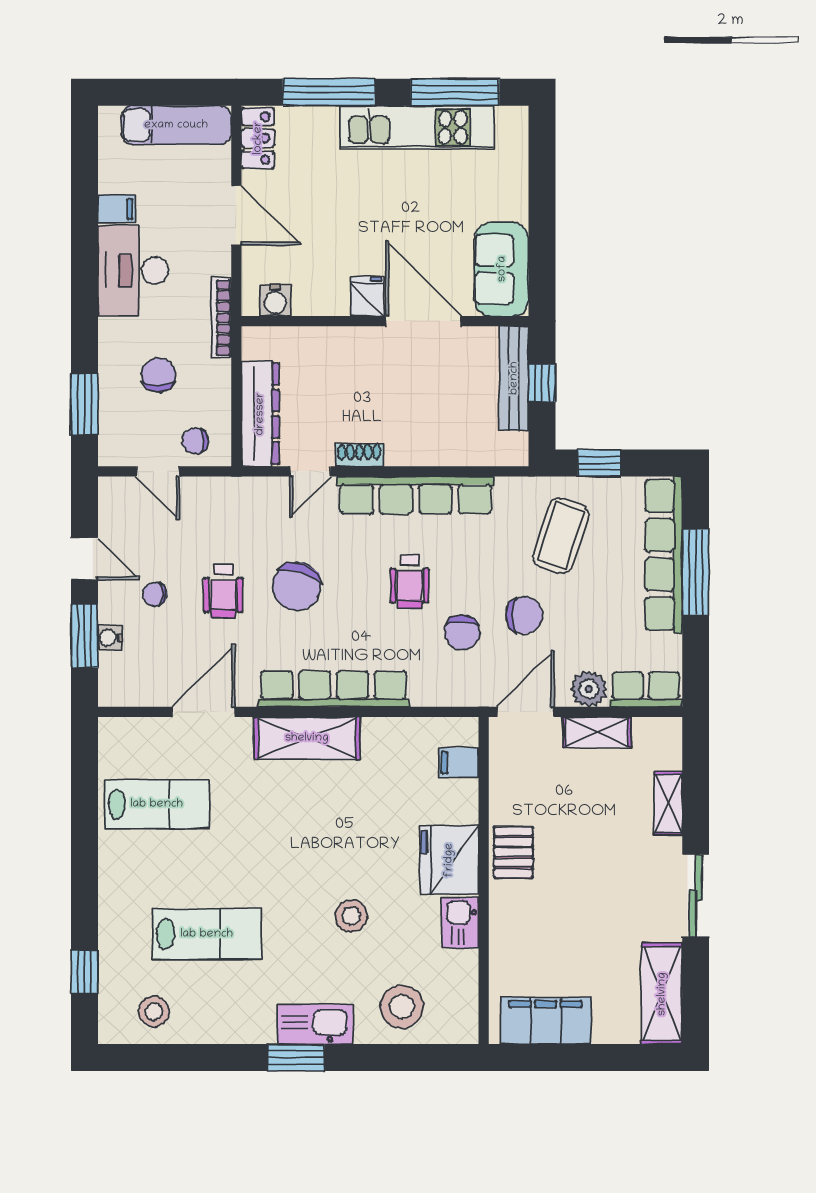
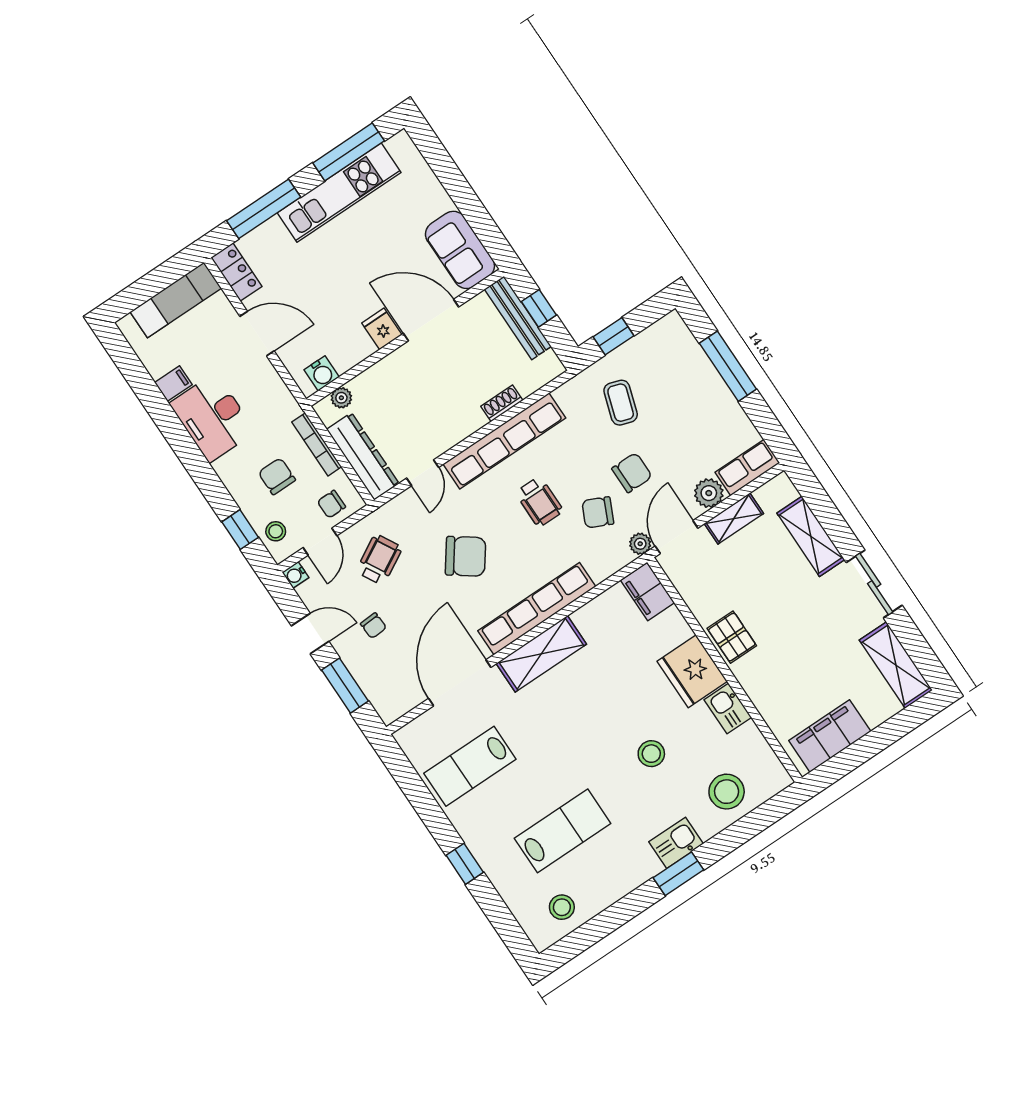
bookcase: (221, 318) -> (317, 444), moved
plant: (279, 339) -> (341, 398), added
window: (84, 404) -> (240, 530), width x0.67
stool: (120, 430) -> (276, 531), added
shoe rack: (359, 455) -> (502, 403), moved
door: (158, 471) -> (320, 542), hinge flipped
coffee table: (561, 536) -> (621, 403), width x0.73, depth x0.77
row of seats: (664, 555) -> (698, 369), removed
chair: (297, 587) -> (466, 556), turned -72
wheelchair: (223, 591) -> (379, 560), moved, turned -119
chair: (155, 594) -> (373, 626), turned -93
chair: (462, 632) -> (598, 512), turned 115
water cooler: (110, 638) -> (295, 575), moved
plant: (484, 694) -> (640, 544), added
door: (204, 712) -> (460, 683), width x1.36
filing cabinet: (459, 763) -> (648, 592), width x2.00
shelving: (668, 803) -> (811, 536), width x1.50, depth x1.33
lab bench: (157, 804) -> (470, 766), turned 180
window: (84, 972) -> (465, 864), moved
kitchen sink: (315, 1024) -> (676, 843), width x0.73

